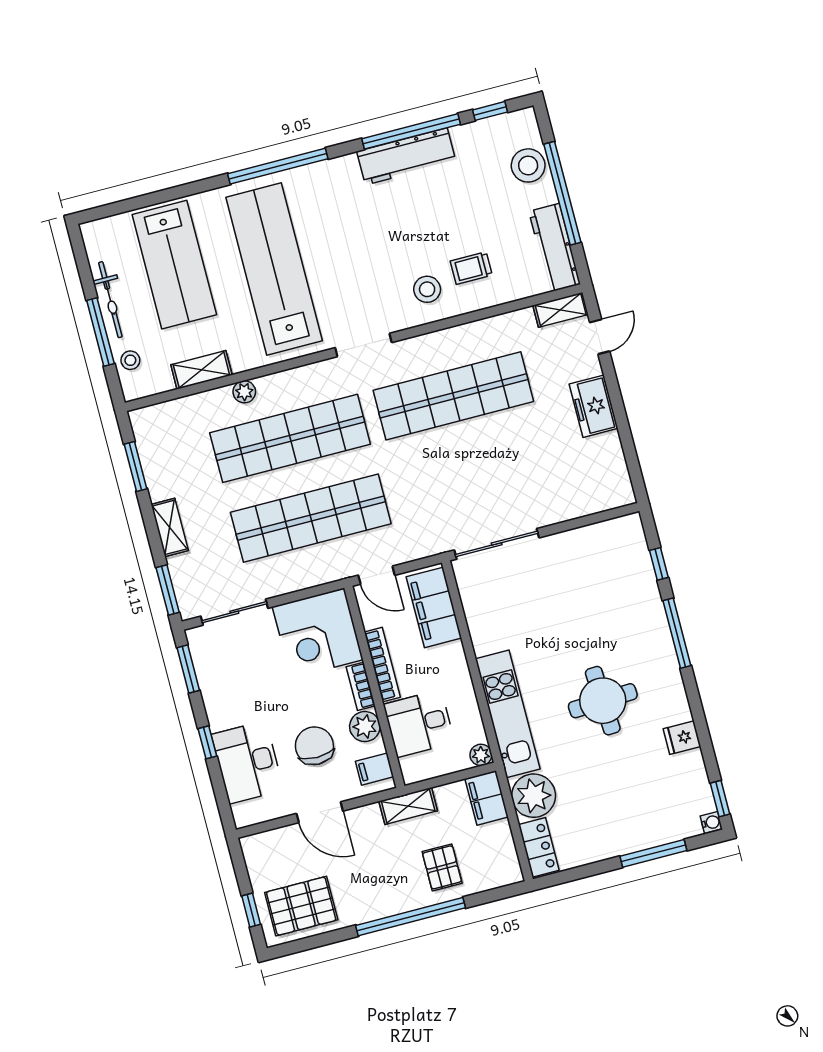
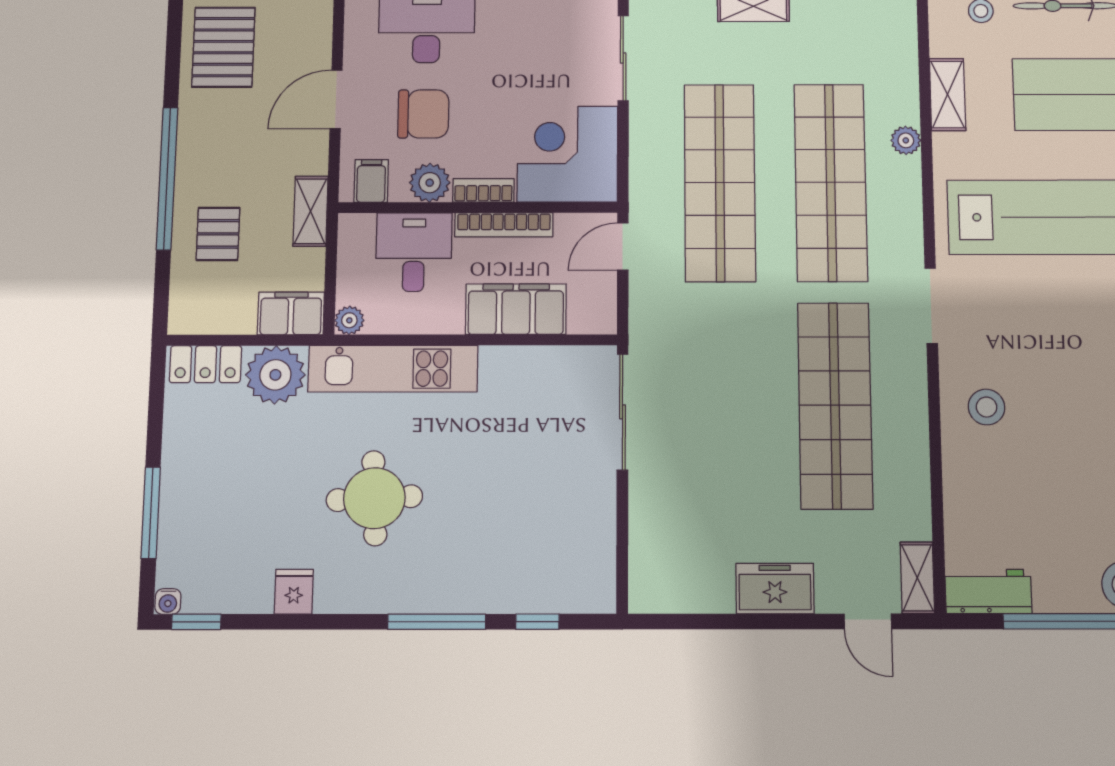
workbench: (555, 248) -> (988, 592), width x0.73
trolley: (471, 268) -> (1002, 472), removed
filing cabinet: (434, 607) -> (516, 309), moved
pallet: (442, 867) -> (218, 234), turned 90

